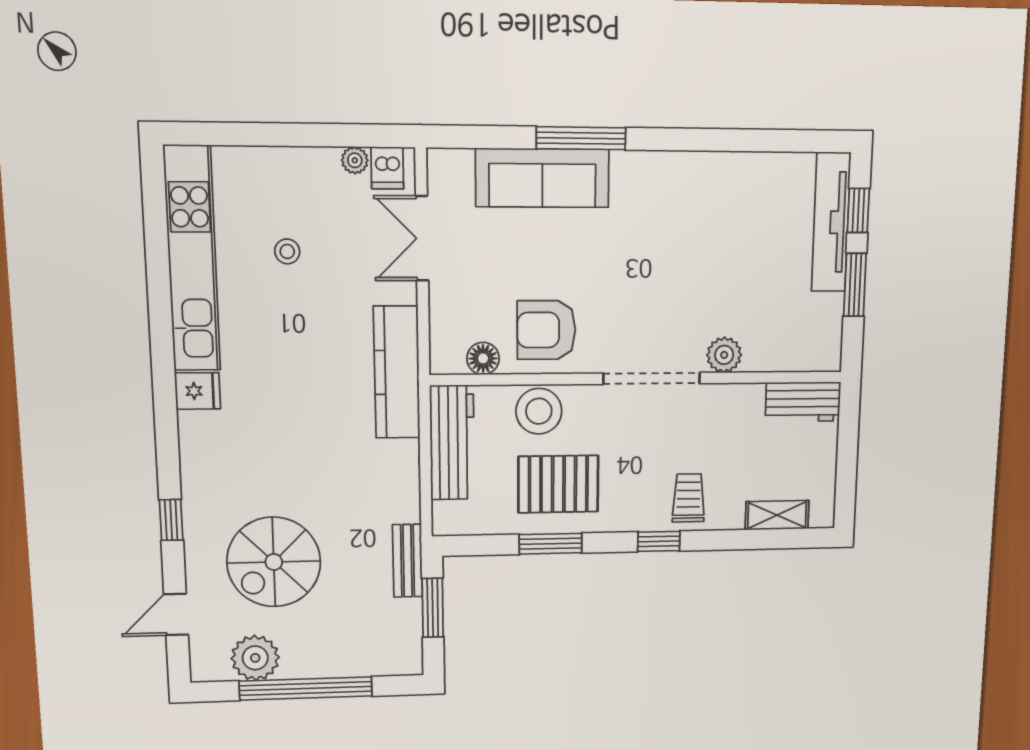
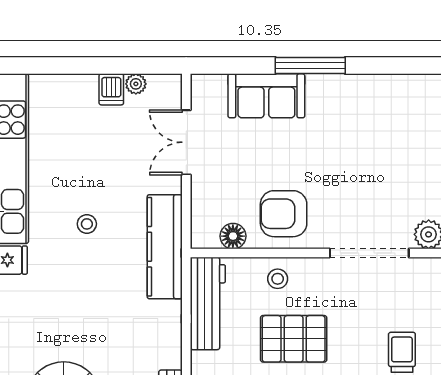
dishwasher: (387, 168) -> (111, 89), moved
sofa: (542, 178) -> (266, 96), width x0.73
stool: (287, 251) -> (87, 224), moved
stool: (539, 411) -> (278, 279), width x0.53, depth x0.53

